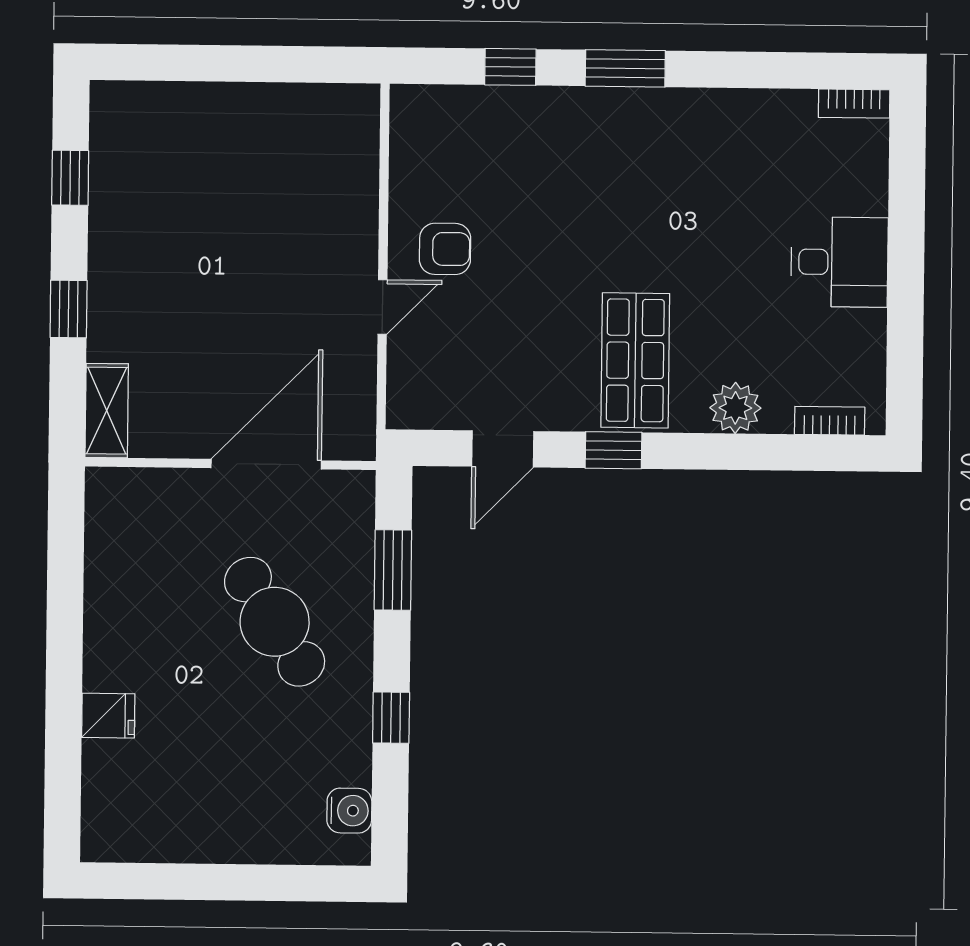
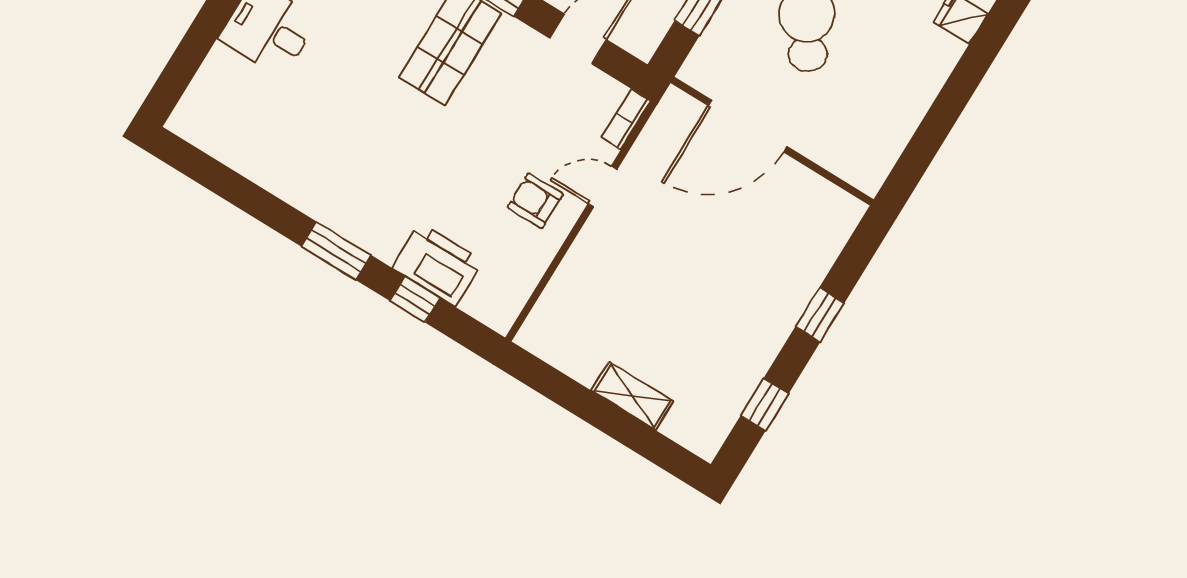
bookcase: (854, 104) -> (626, 119), moved, turned -90
printer: (509, 119) -> (437, 264), added
shelving: (107, 411) -> (632, 396), moved, turned 90

